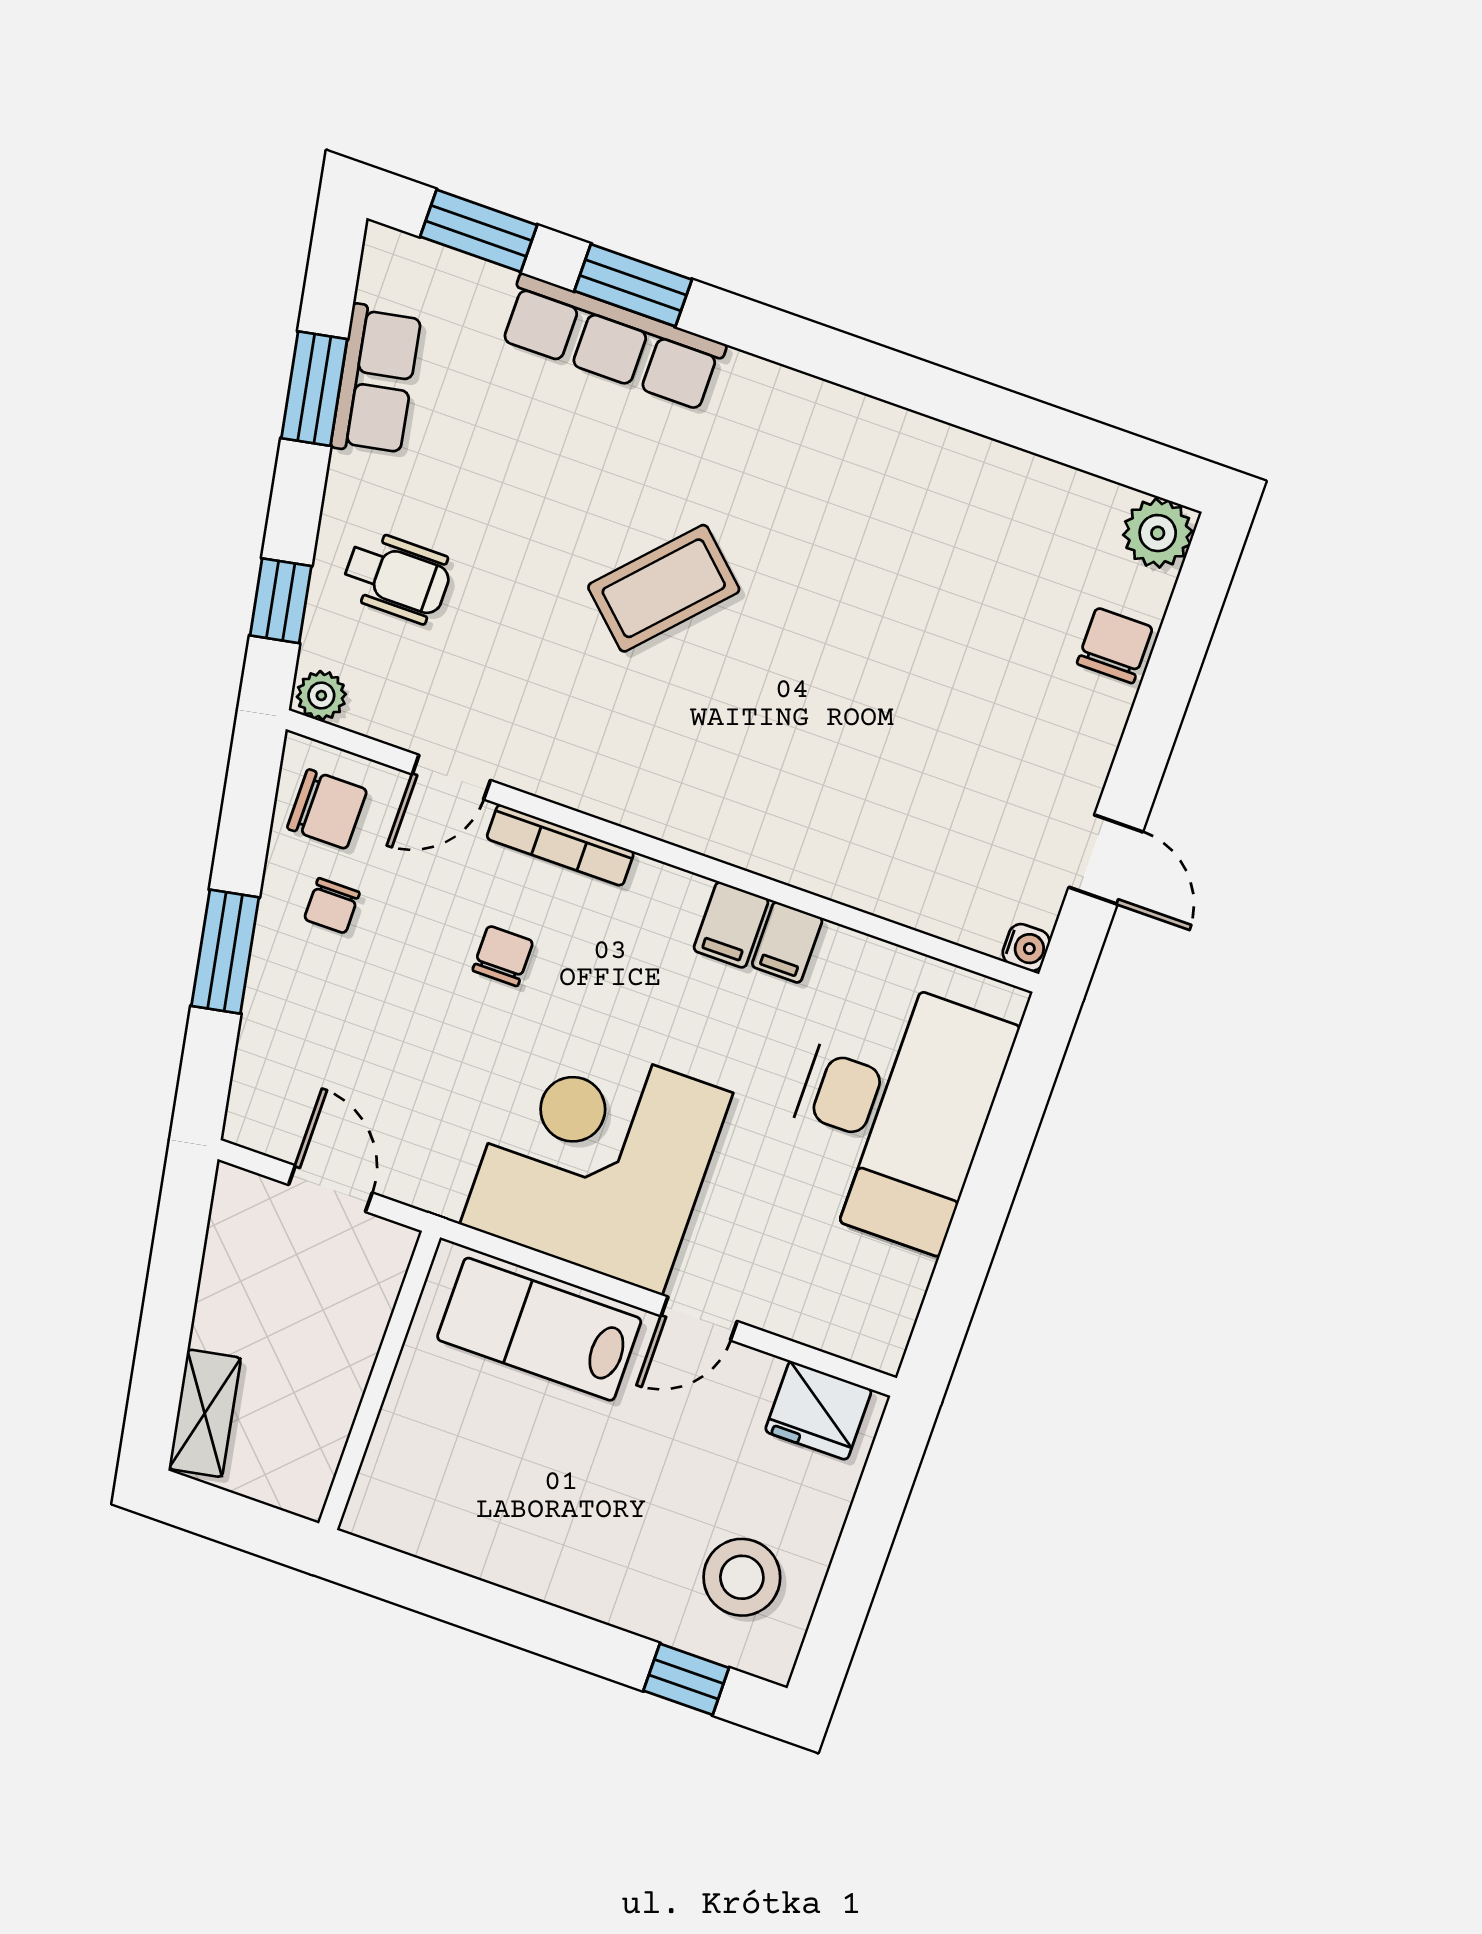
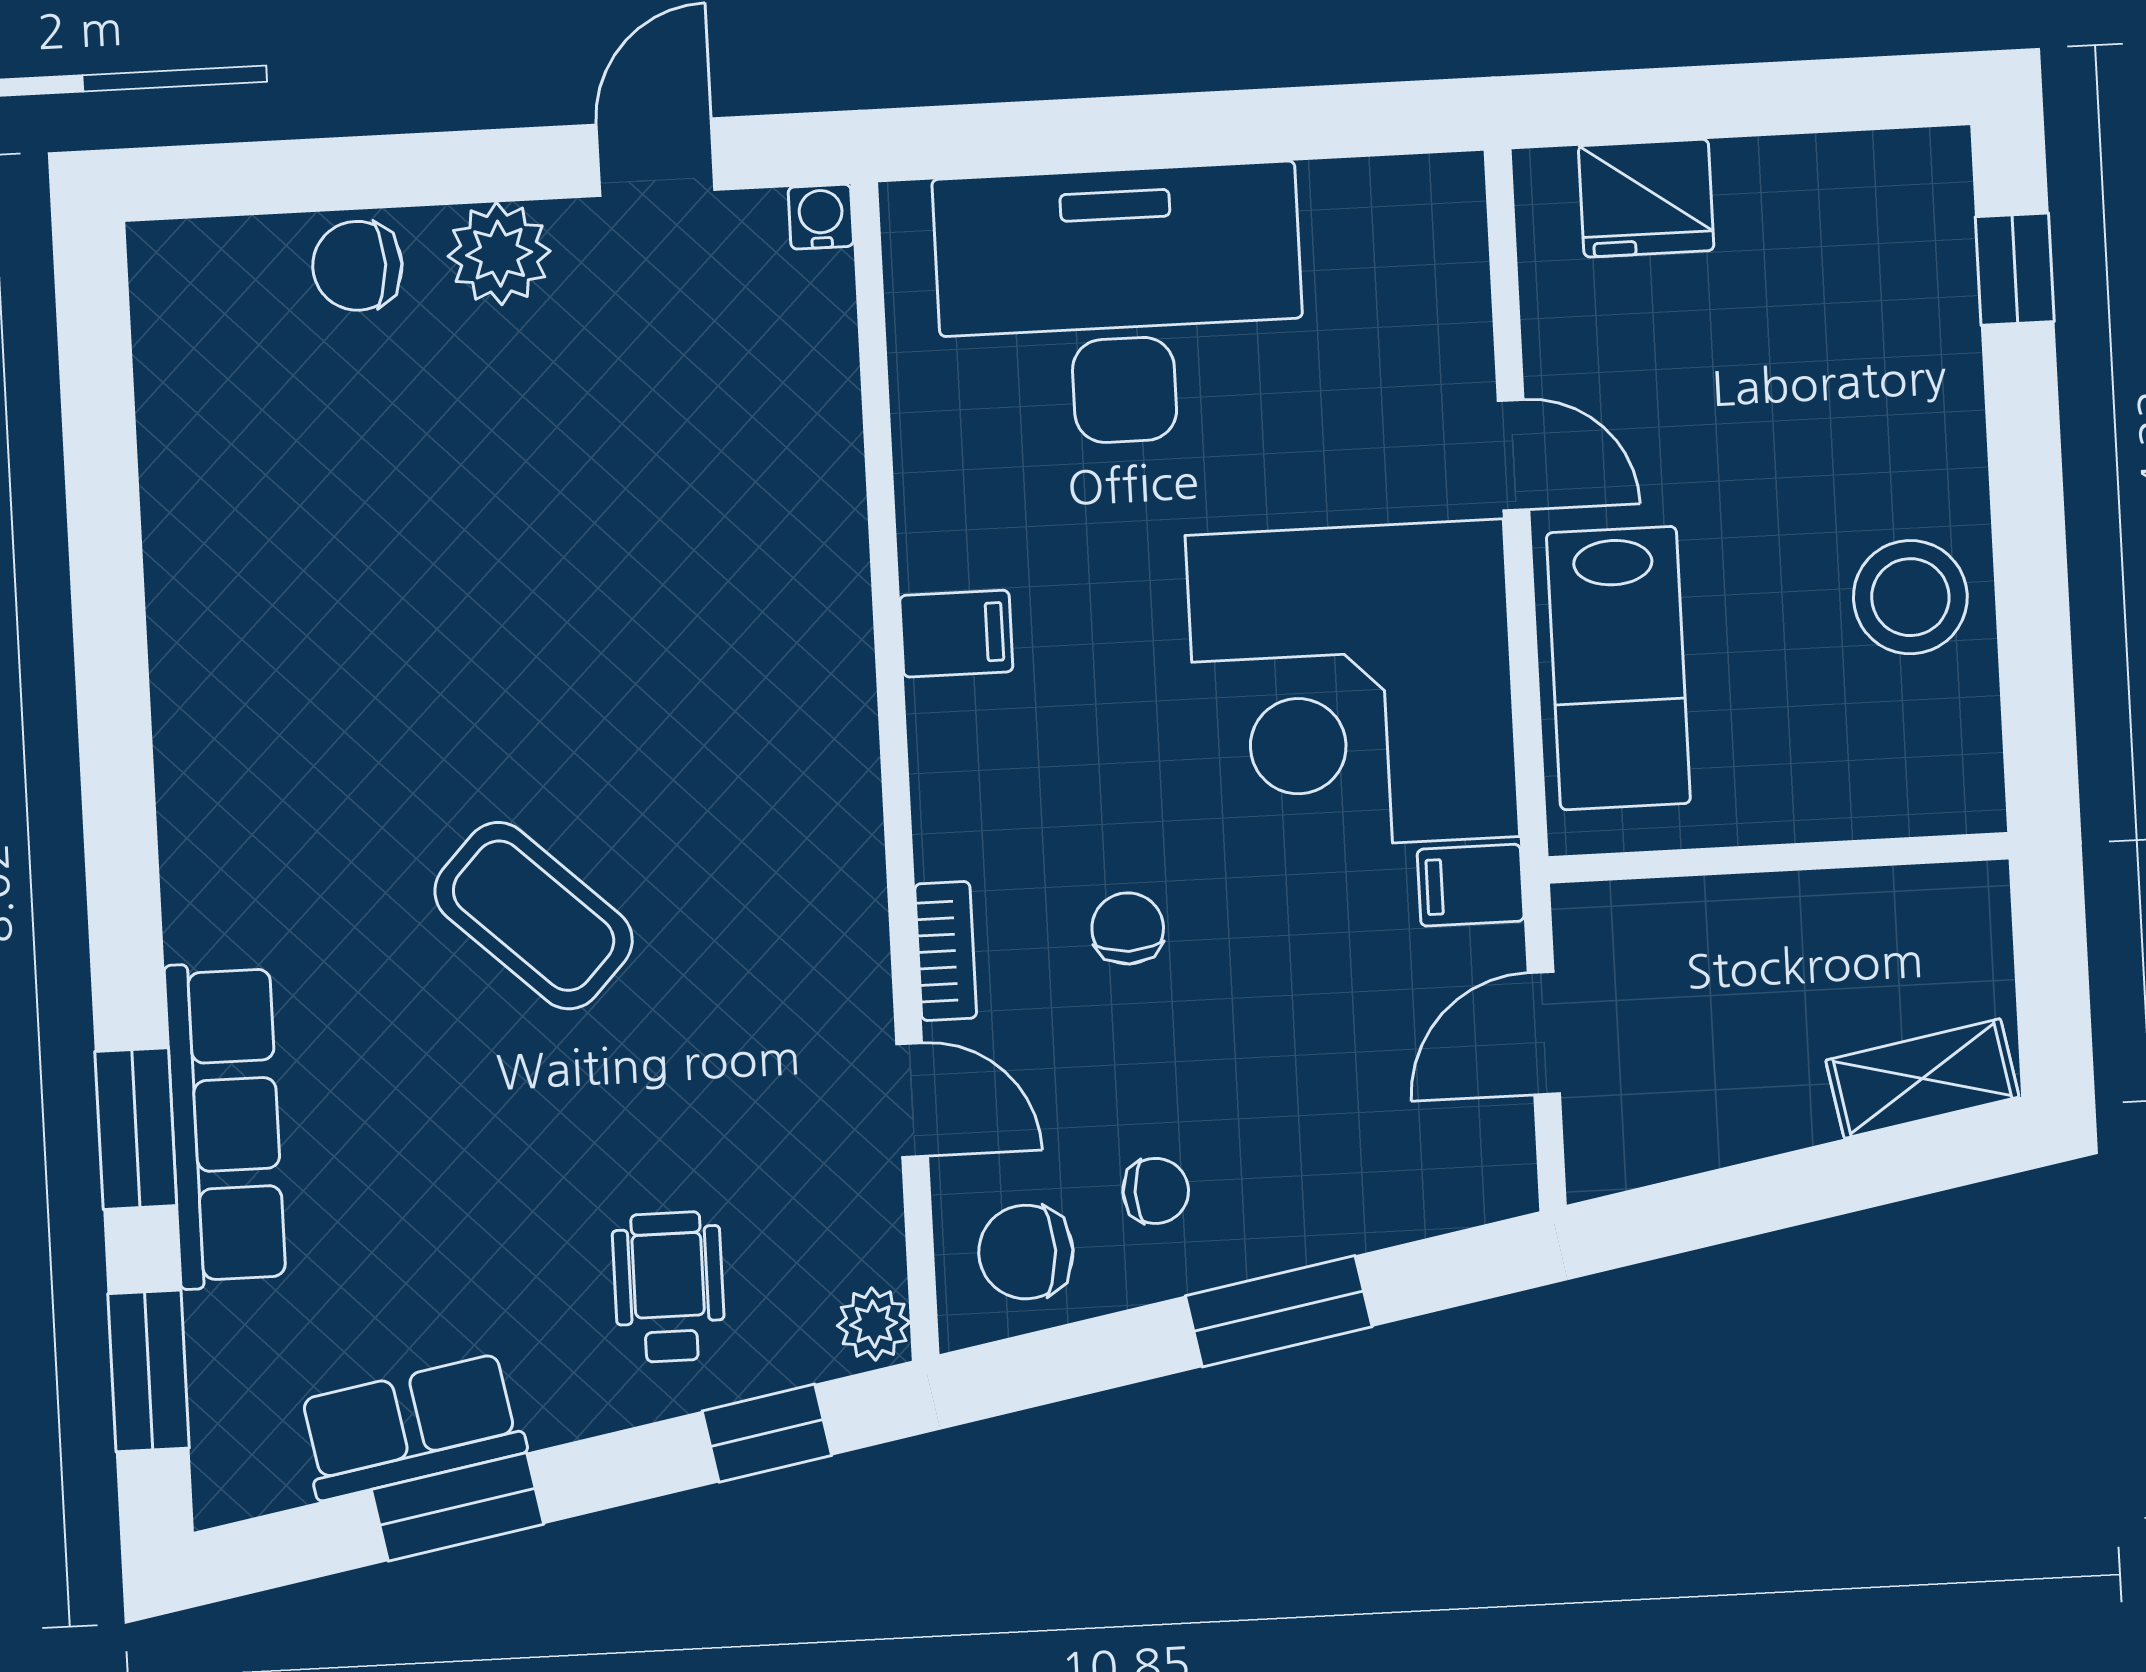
plant: (1158, 533) -> (499, 254), moved
chair: (327, 809) -> (1026, 1252), turned -90
bookcase: (560, 845) -> (946, 951), width x0.64
filing cabinet: (787, 942) -> (1471, 885), moved, turned 180
chair: (503, 956) -> (1128, 928), turned 90
fridge: (818, 1410) -> (1646, 198), moved, turned 90
stool: (742, 1577) -> (1910, 597), moved

